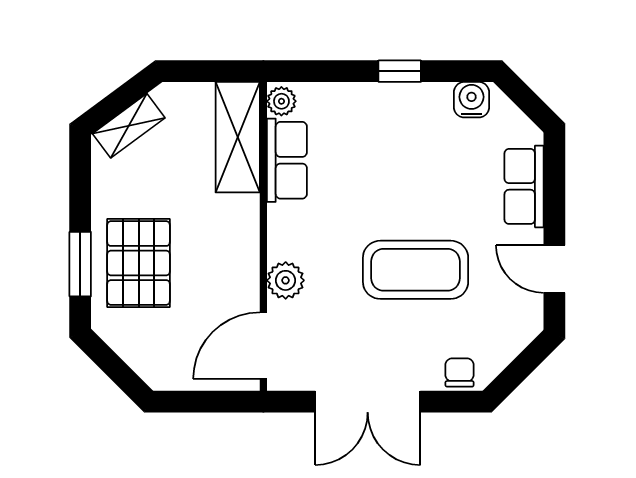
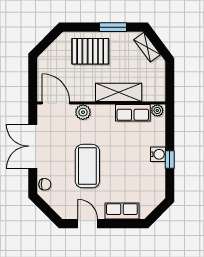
water cooler: (471, 100) -> (158, 154), moved
shelving: (238, 137) -> (119, 92), moved
window: (80, 264) -> (113, 27), moved
door: (554, 269) -> (88, 224), hinge flipped

